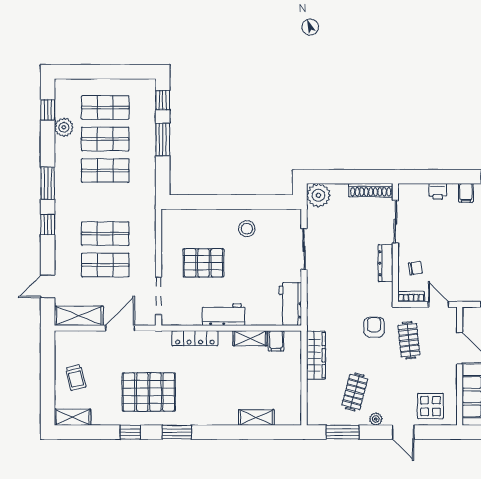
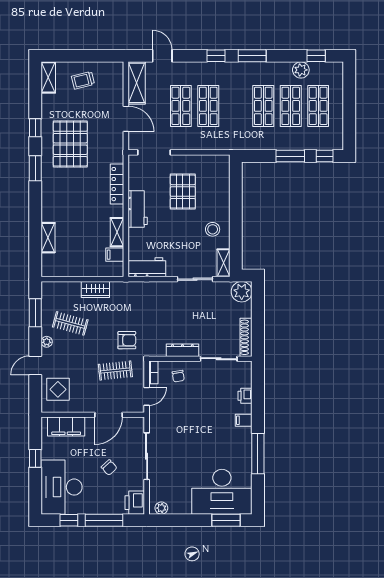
shelving: (285, 216) -> (224, 263), added
wardrobe: (316, 355) -> (95, 289), width x0.67

